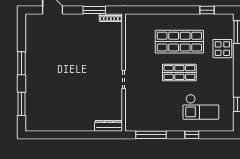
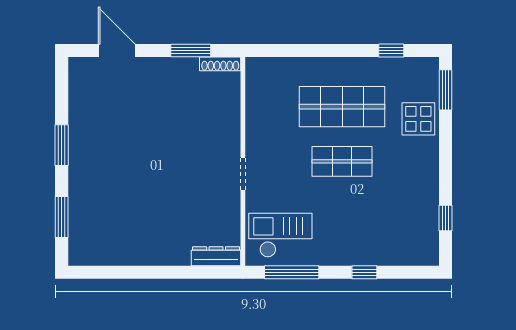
checkout: (201, 107) -> (280, 235), moved, turned 180

